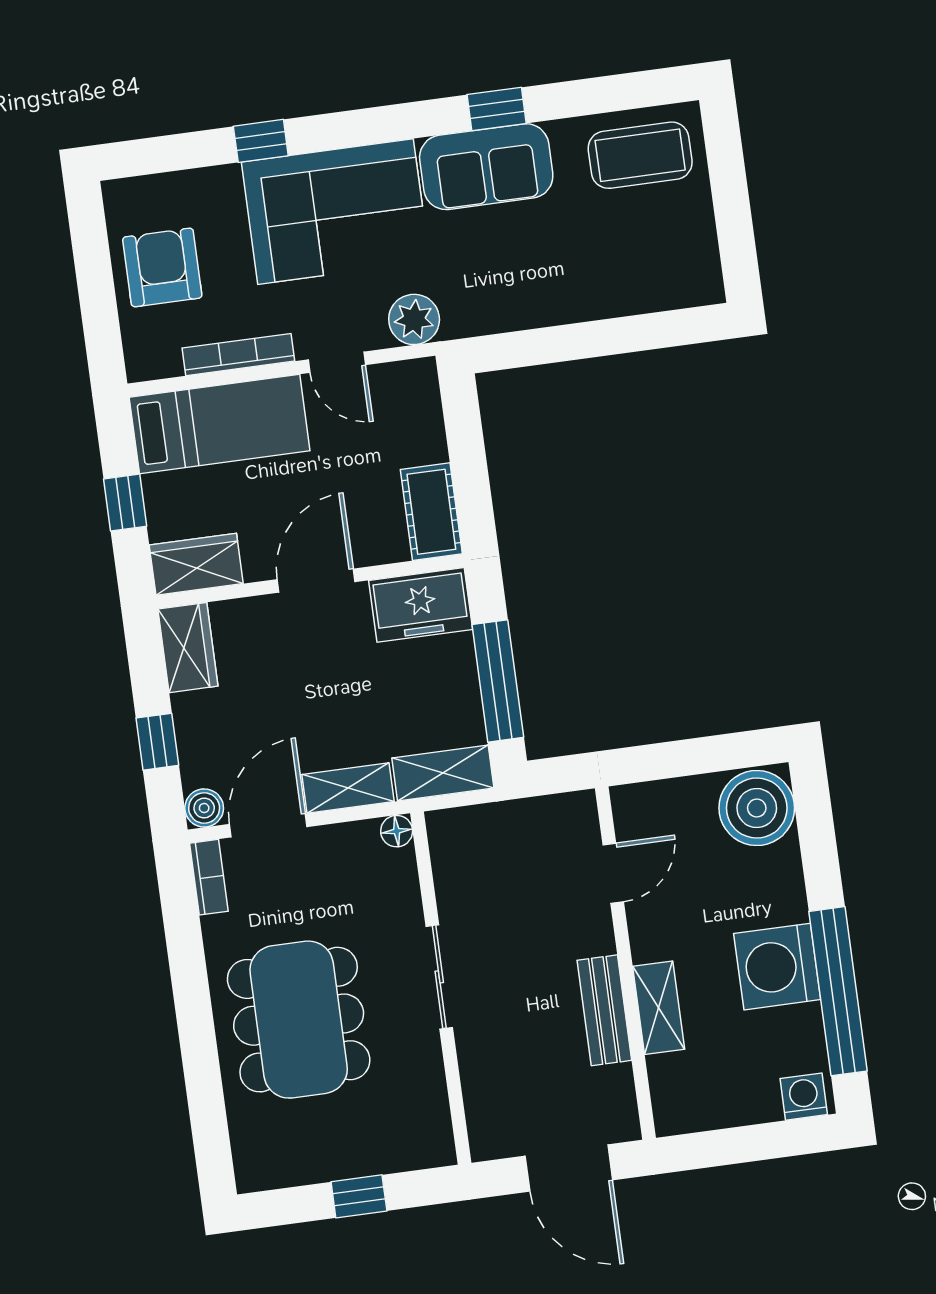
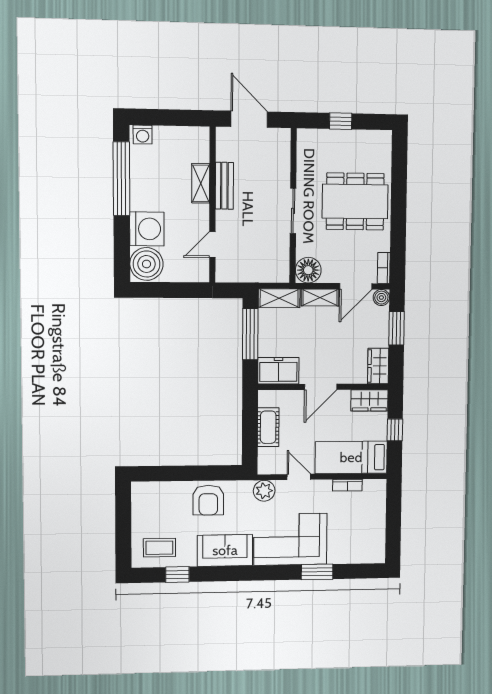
window: (497, 109) -> (177, 574), moved
window: (261, 141) -> (317, 572), width x1.50
coffee table: (640, 155) -> (159, 548), width x0.73, depth x0.77
armchair: (162, 267) -> (208, 500), moved
bookcase: (238, 355) -> (347, 485), width x0.64
cot: (431, 512) -> (268, 427), moved
window: (157, 742) -> (397, 328), width x1.50
floor lamp: (397, 831) -> (308, 270), width x1.89, depth x1.89
washing machine: (777, 967) -> (147, 229), moved
dining table: (299, 1020) -> (355, 201), turned 90

